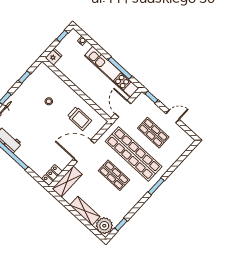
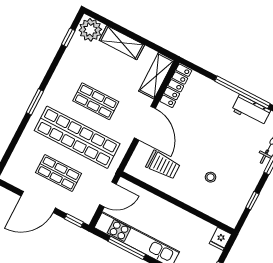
door: (123, 109) -> (108, 194), hinge flipped
door: (173, 116) -> (38, 202), width x1.88
trolley: (79, 118) -> (163, 165), turned 180
door: (84, 151) -> (145, 123), hinge flipped
locker: (52, 175) -> (176, 86), width x1.53

